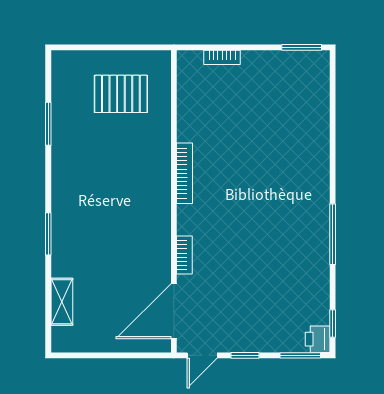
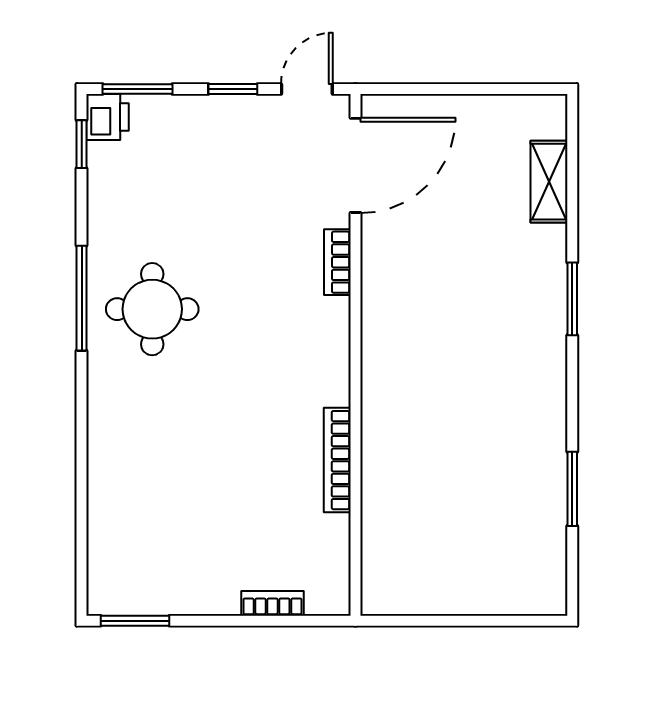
pallet: (121, 94) -> (447, 540), removed
bookcase: (184, 173) -> (337, 460), moved
round table: (292, 228) -> (152, 309), added

